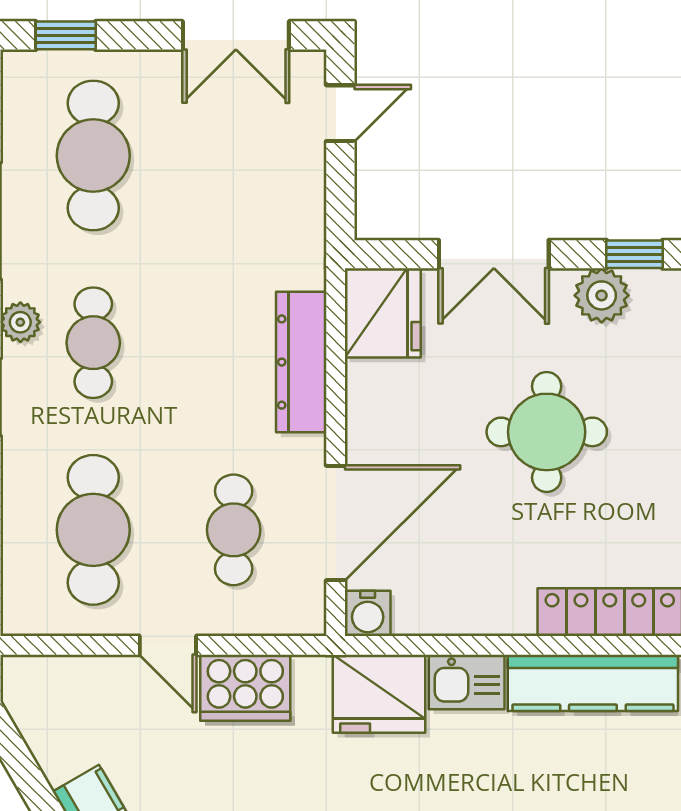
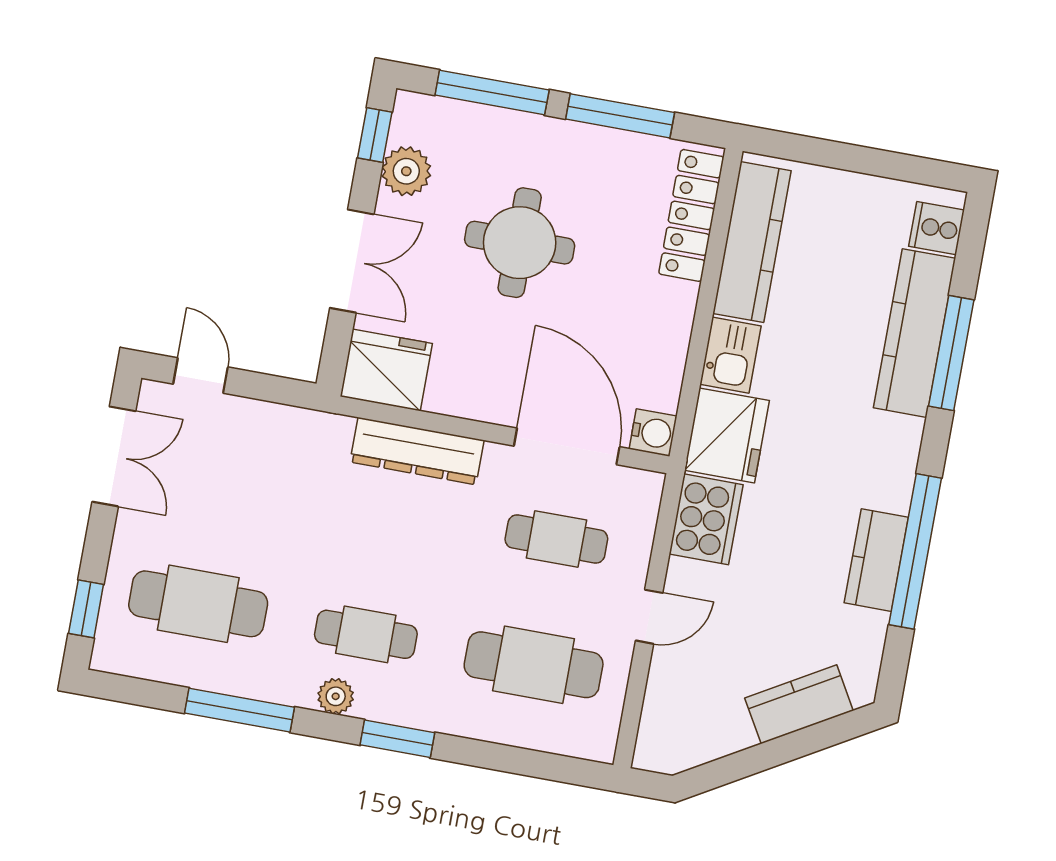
cooker: (245, 688) -> (706, 519), moved

